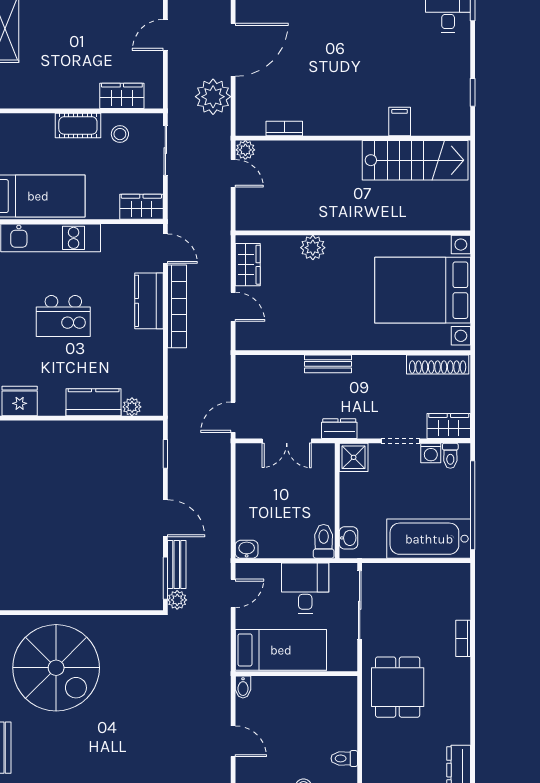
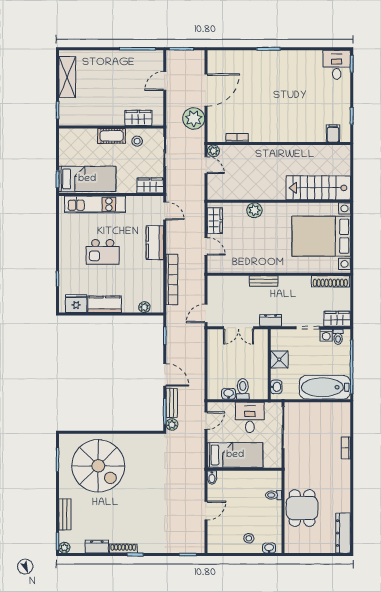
filing cabinet: (400, 121) -> (333, 134), moved
stairs: (415, 160) -> (318, 188), moved, turned 180
bookcase: (177, 306) -> (172, 280), moved
kitchen counter: (94, 402) -> (104, 304), moved
shower: (354, 457) -> (279, 359), moved
toilet: (324, 541) -> (243, 389), moved
washbasin: (247, 549) -> (229, 394), moved
dining table: (398, 687) -> (302, 508), moved
door: (233, 741) -> (206, 511), hinge flipped
toilet: (344, 758) -> (274, 495), moved

